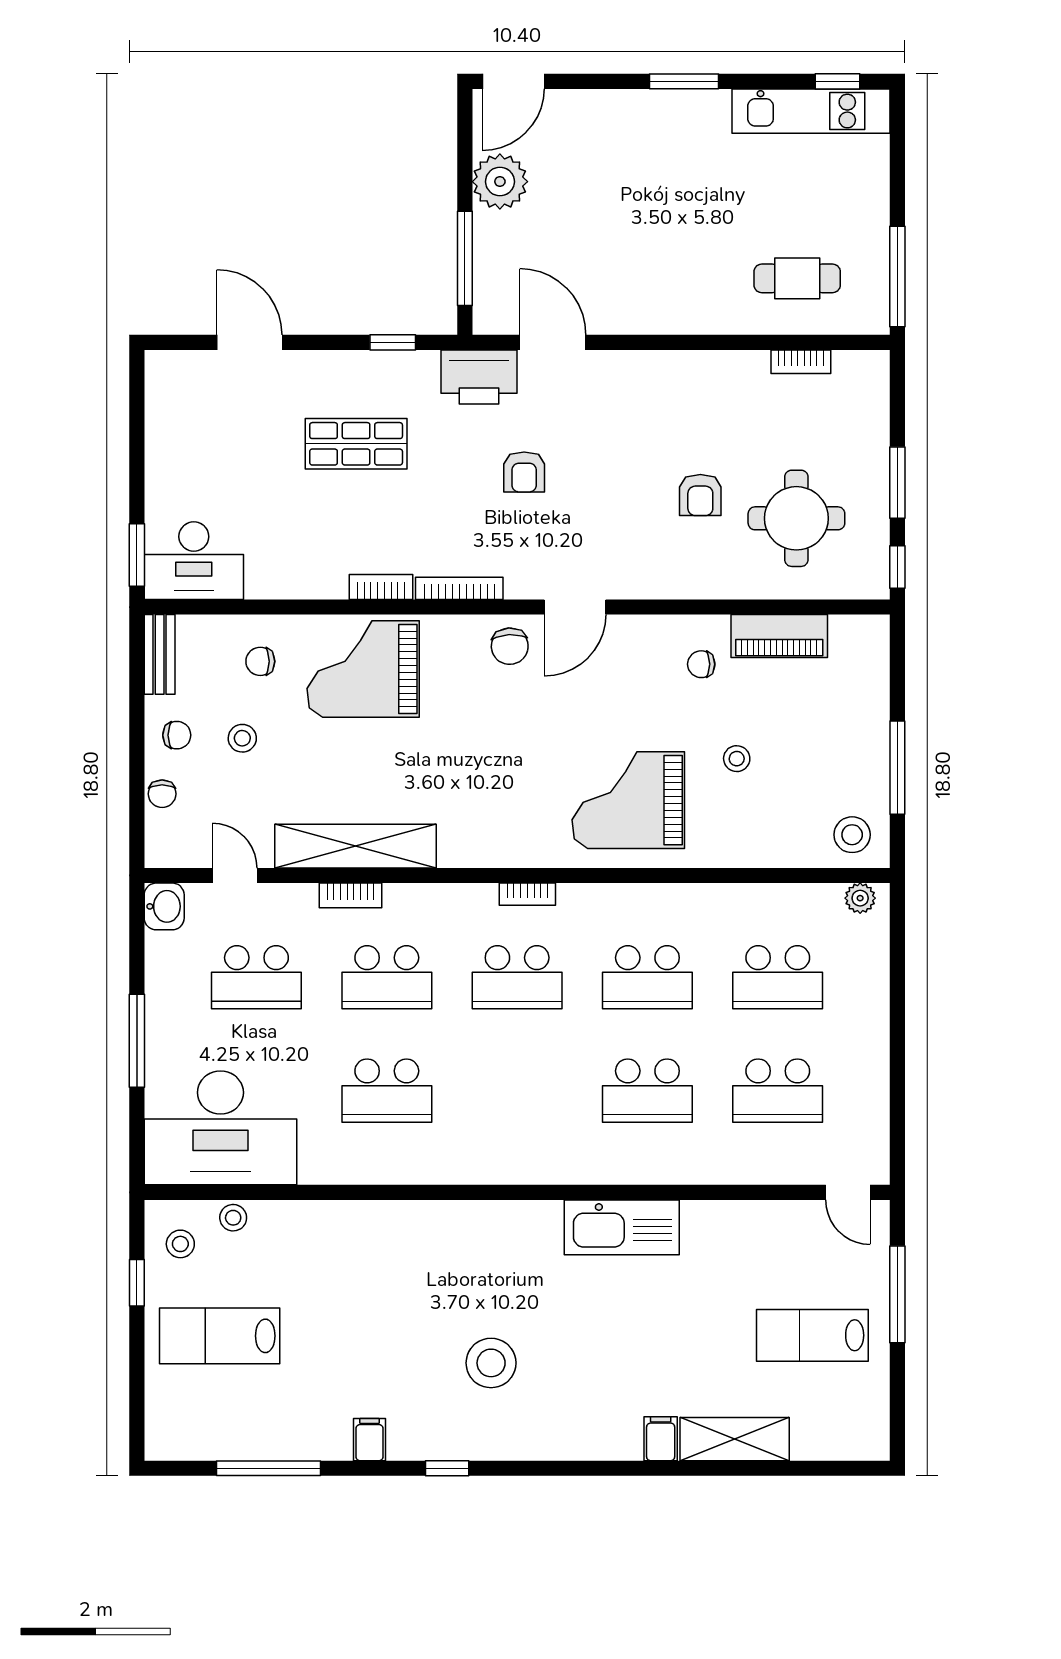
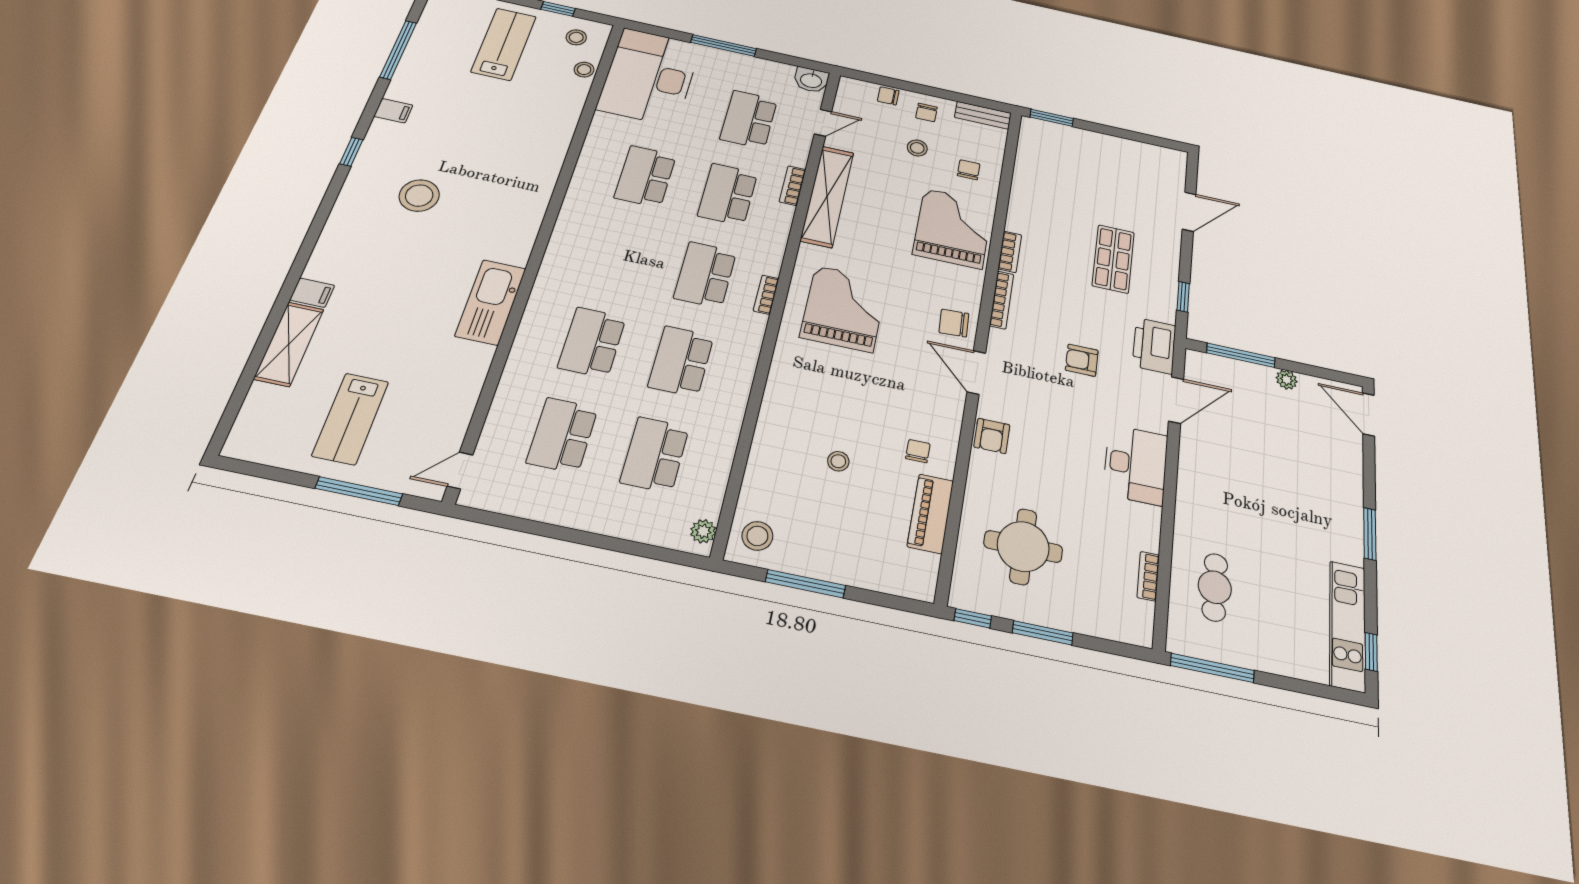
plant: (500, 182) -> (1287, 380), width x0.53, depth x0.53
armchair: (700, 495) -> (992, 436), moved, turned -90
desk: (194, 561) -> (1136, 465), moved, turned 180
grand piano: (628, 800) -> (844, 309), moved
lab bench: (812, 1335) -> (350, 419), turned 180

